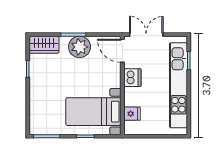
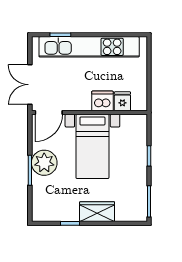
wardrobe: (44, 45) -> (97, 212), moved, turned -90
dishwasher: (132, 78) -> (102, 101), moved
bed with nightstands: (93, 112) -> (92, 146), moved

